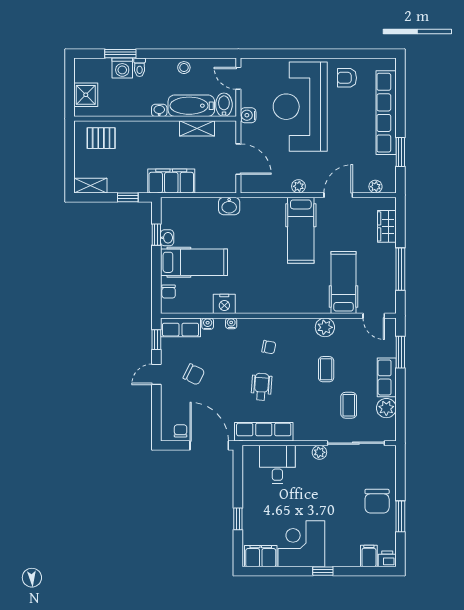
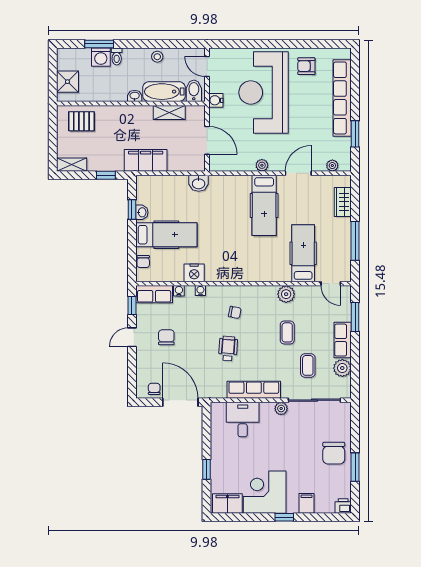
chair: (194, 374) -> (166, 337), turned -116
row of seats: (264, 432) -> (254, 390), moved
filing cabinet: (369, 556) -> (307, 503), moved

